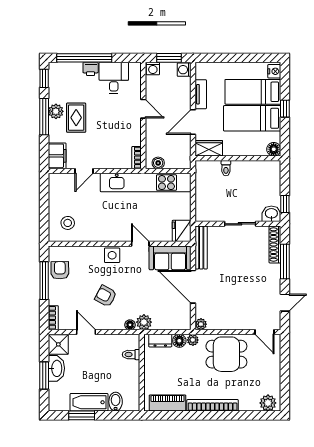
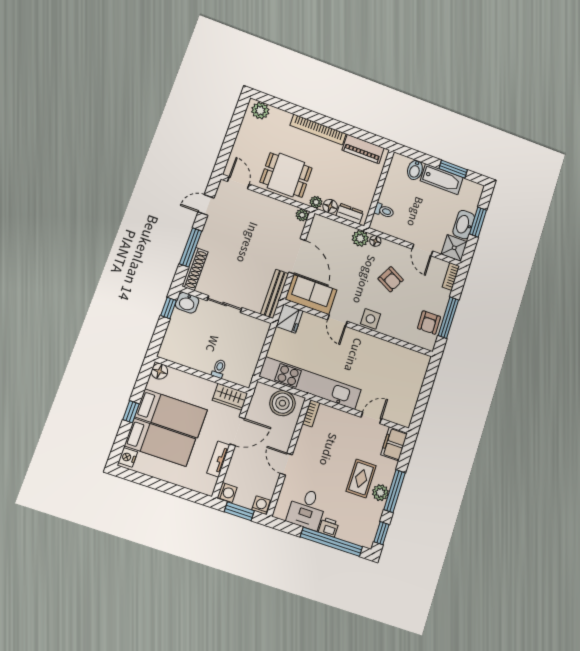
boiler: (158, 163) -> (282, 403), width x1.86, depth x1.86
stool: (68, 223) -> (406, 369), removed

